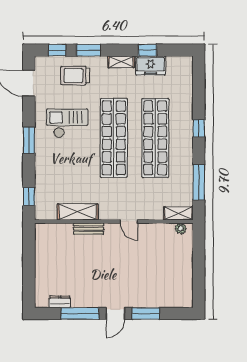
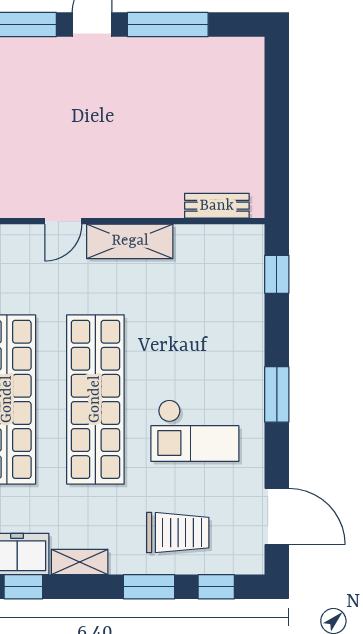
shelving: (78, 212) -> (130, 241), moved
door: (129, 221) -> (63, 221), swing flipped
bench: (89, 229) -> (217, 206), moved
dresser: (60, 302) -> (211, 49), removed

